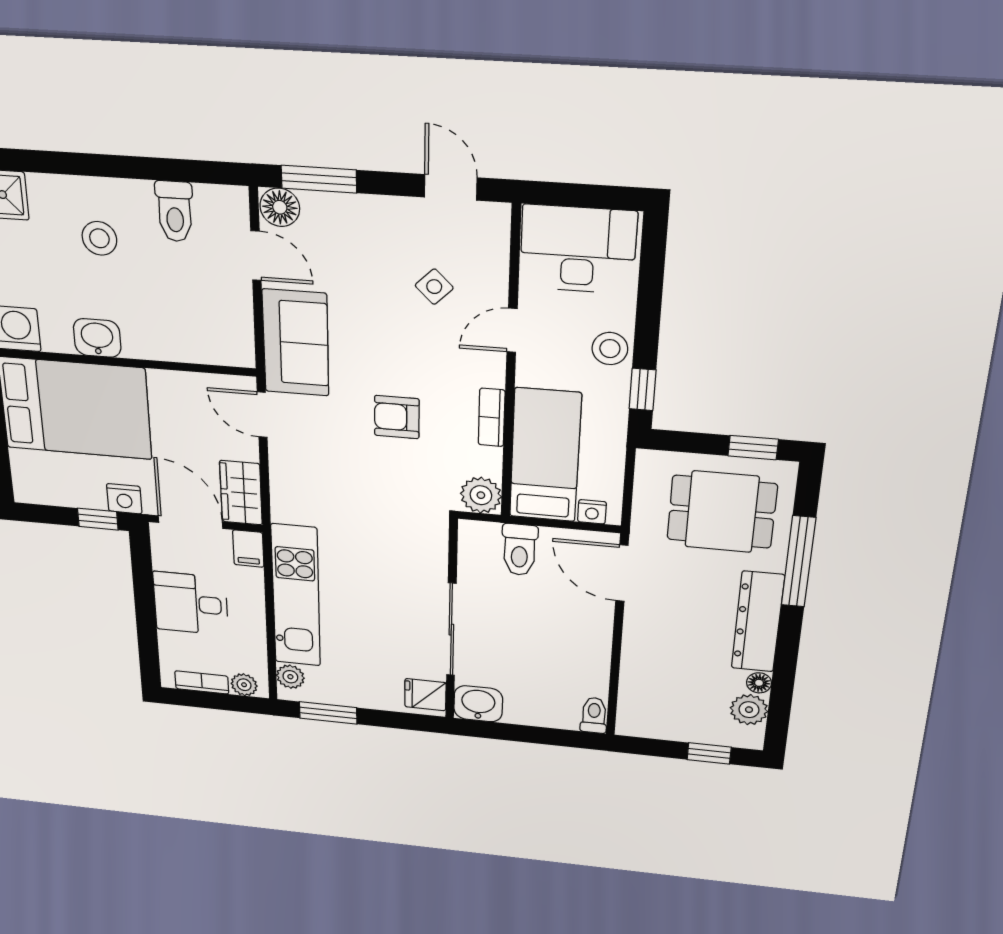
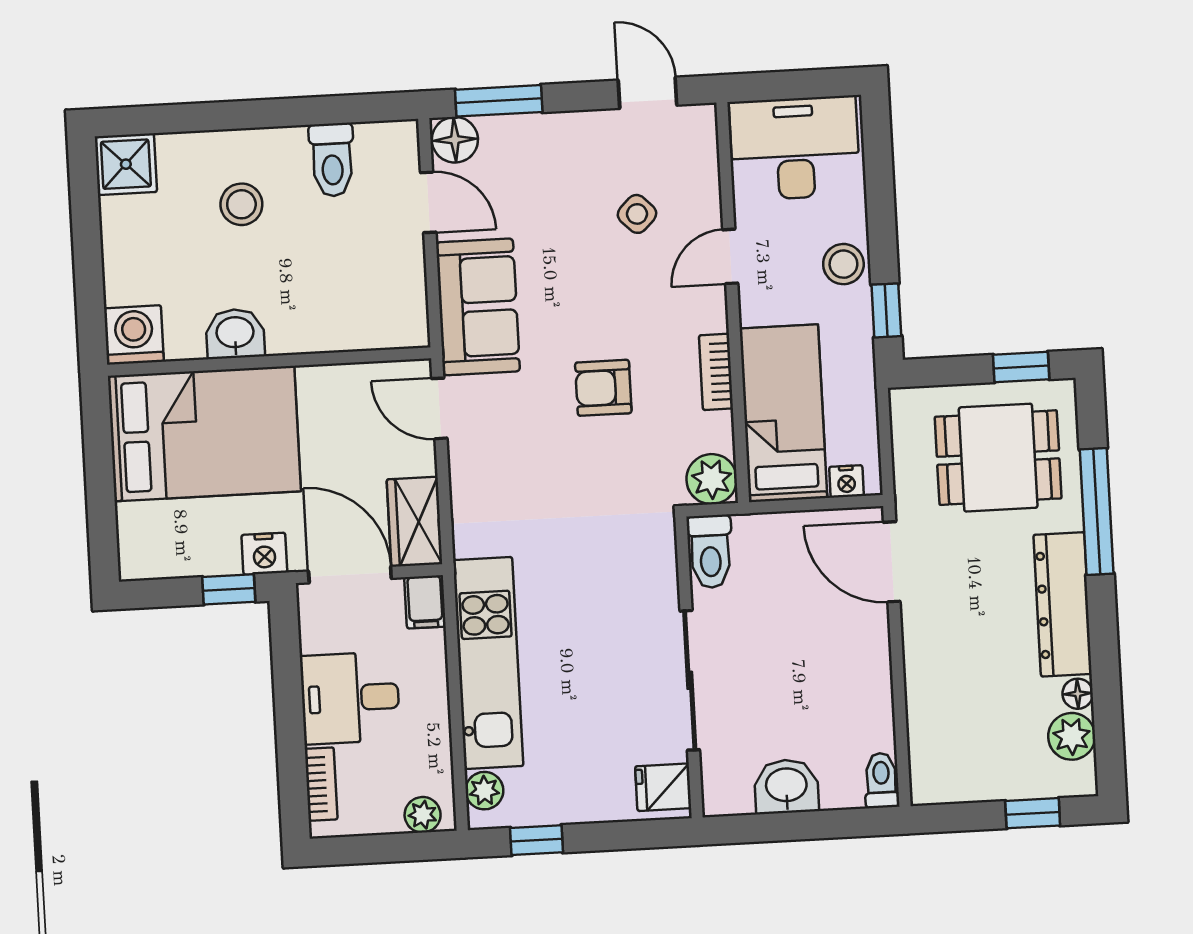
toilet: (520, 550) -> (710, 552), moved
bookcase: (202, 682) -> (321, 784), moved, turned 90
washbasin: (478, 704) -> (786, 786), moved
window: (328, 713) -> (537, 840), width x0.67

